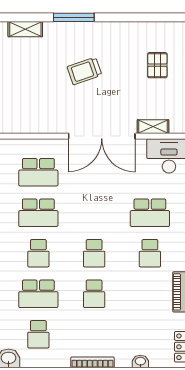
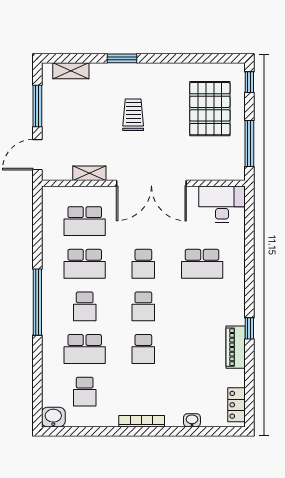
window: (74, 17) -> (122, 58), width x0.69
pallet: (157, 65) -> (210, 109), width x2.05, depth x2.00
trolley: (84, 71) -> (133, 115), turned 109
shelving: (153, 127) -> (89, 173), moved
school desk: (150, 253) -> (143, 264), moved

